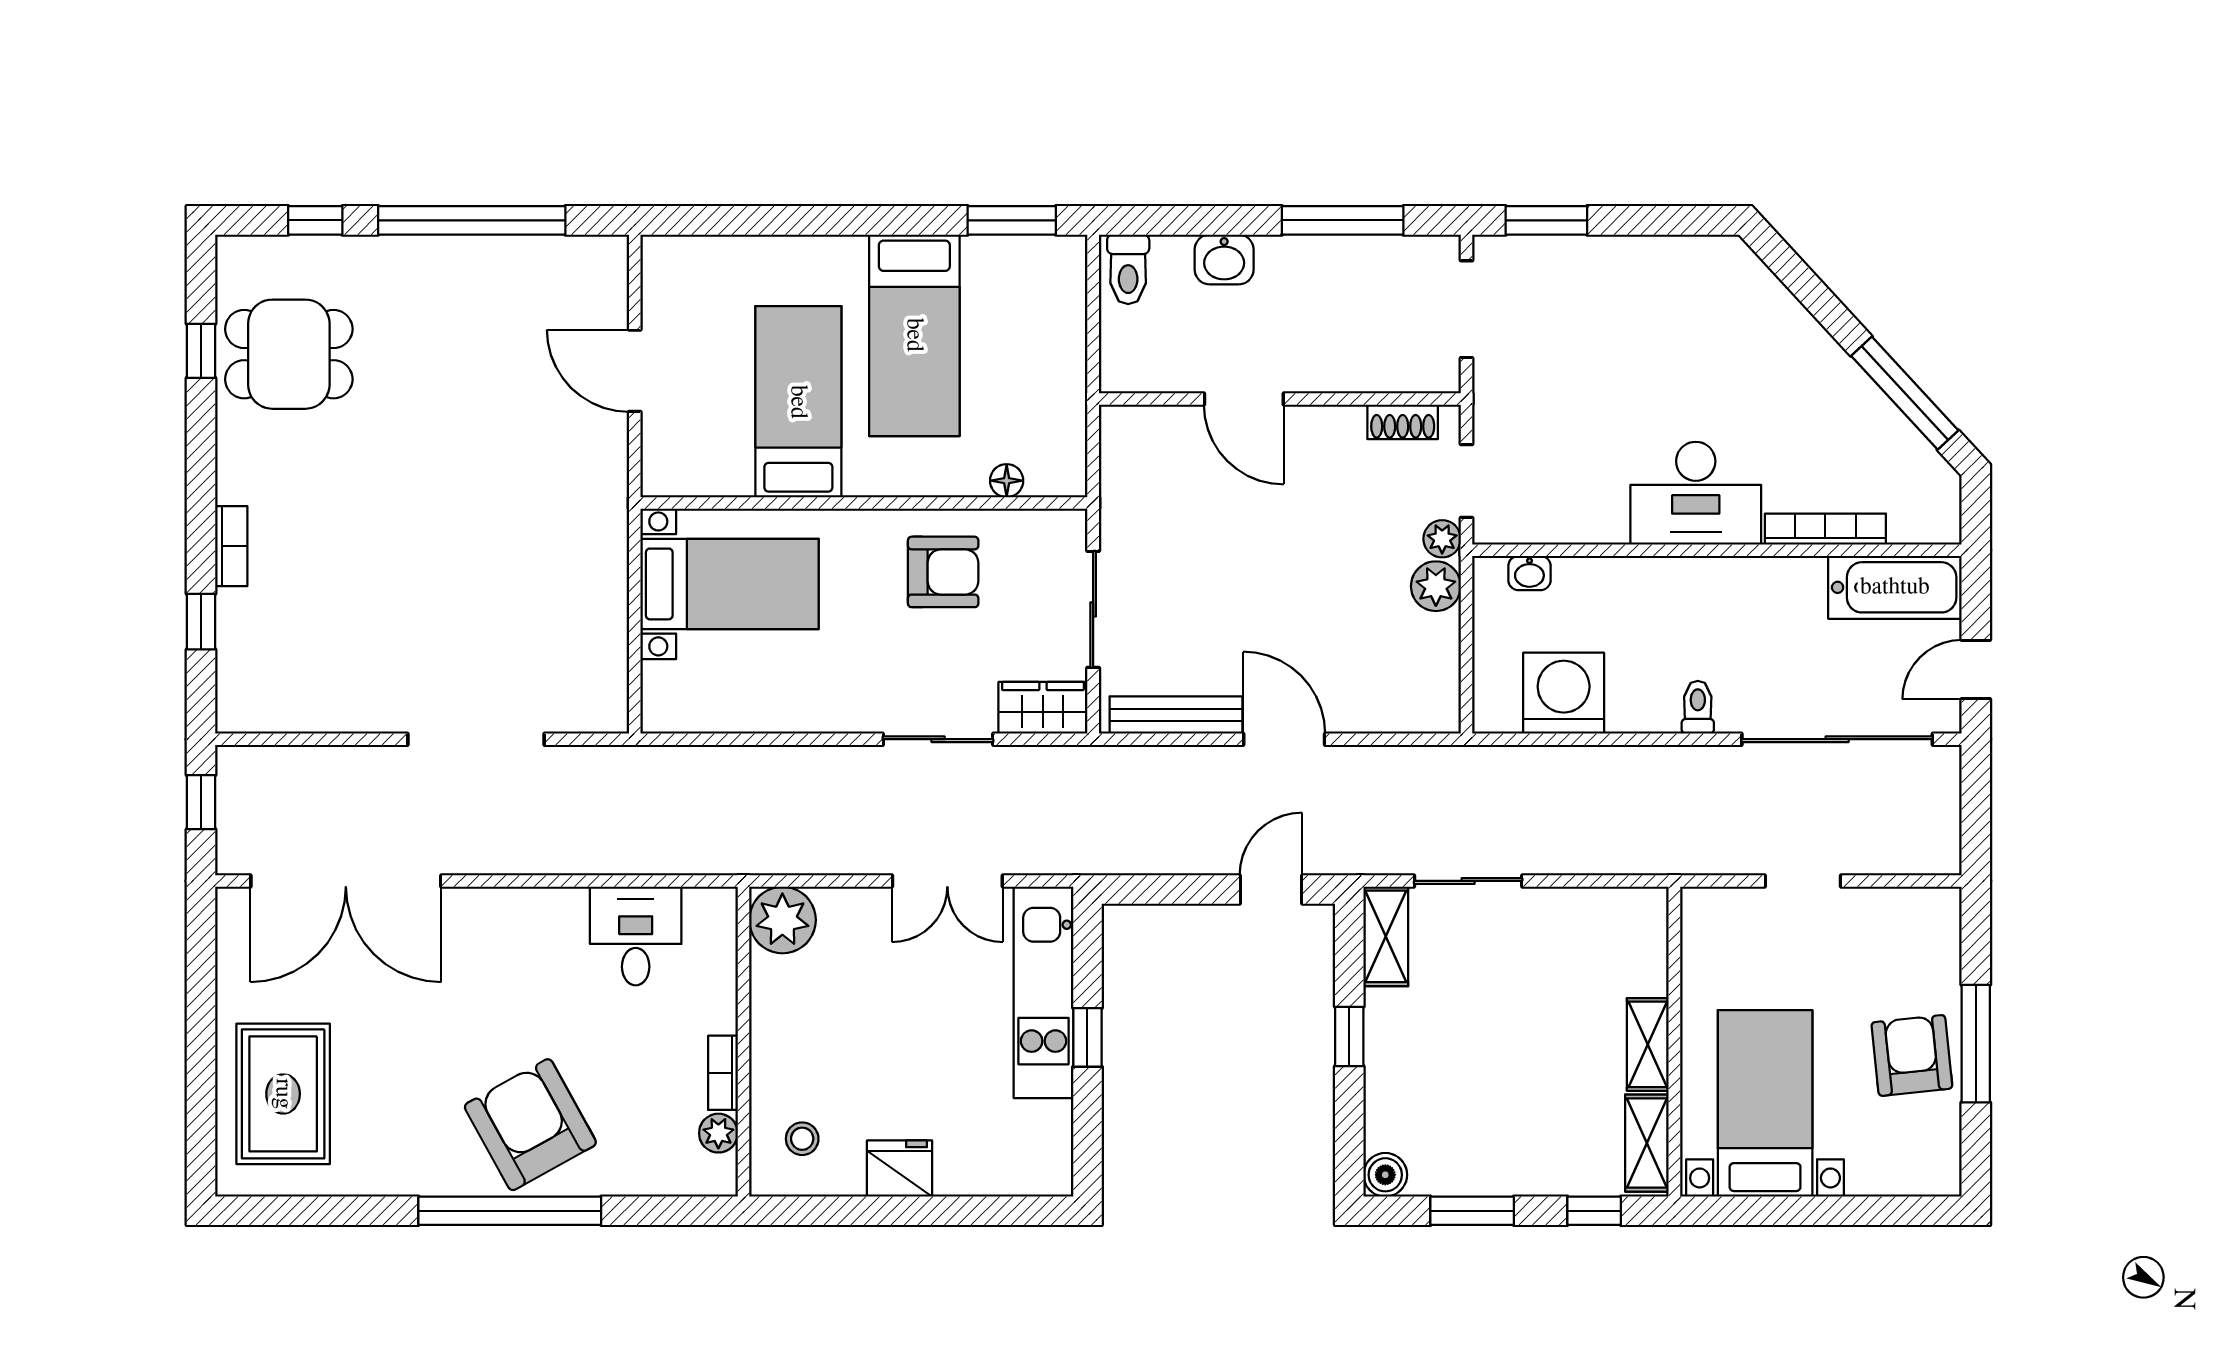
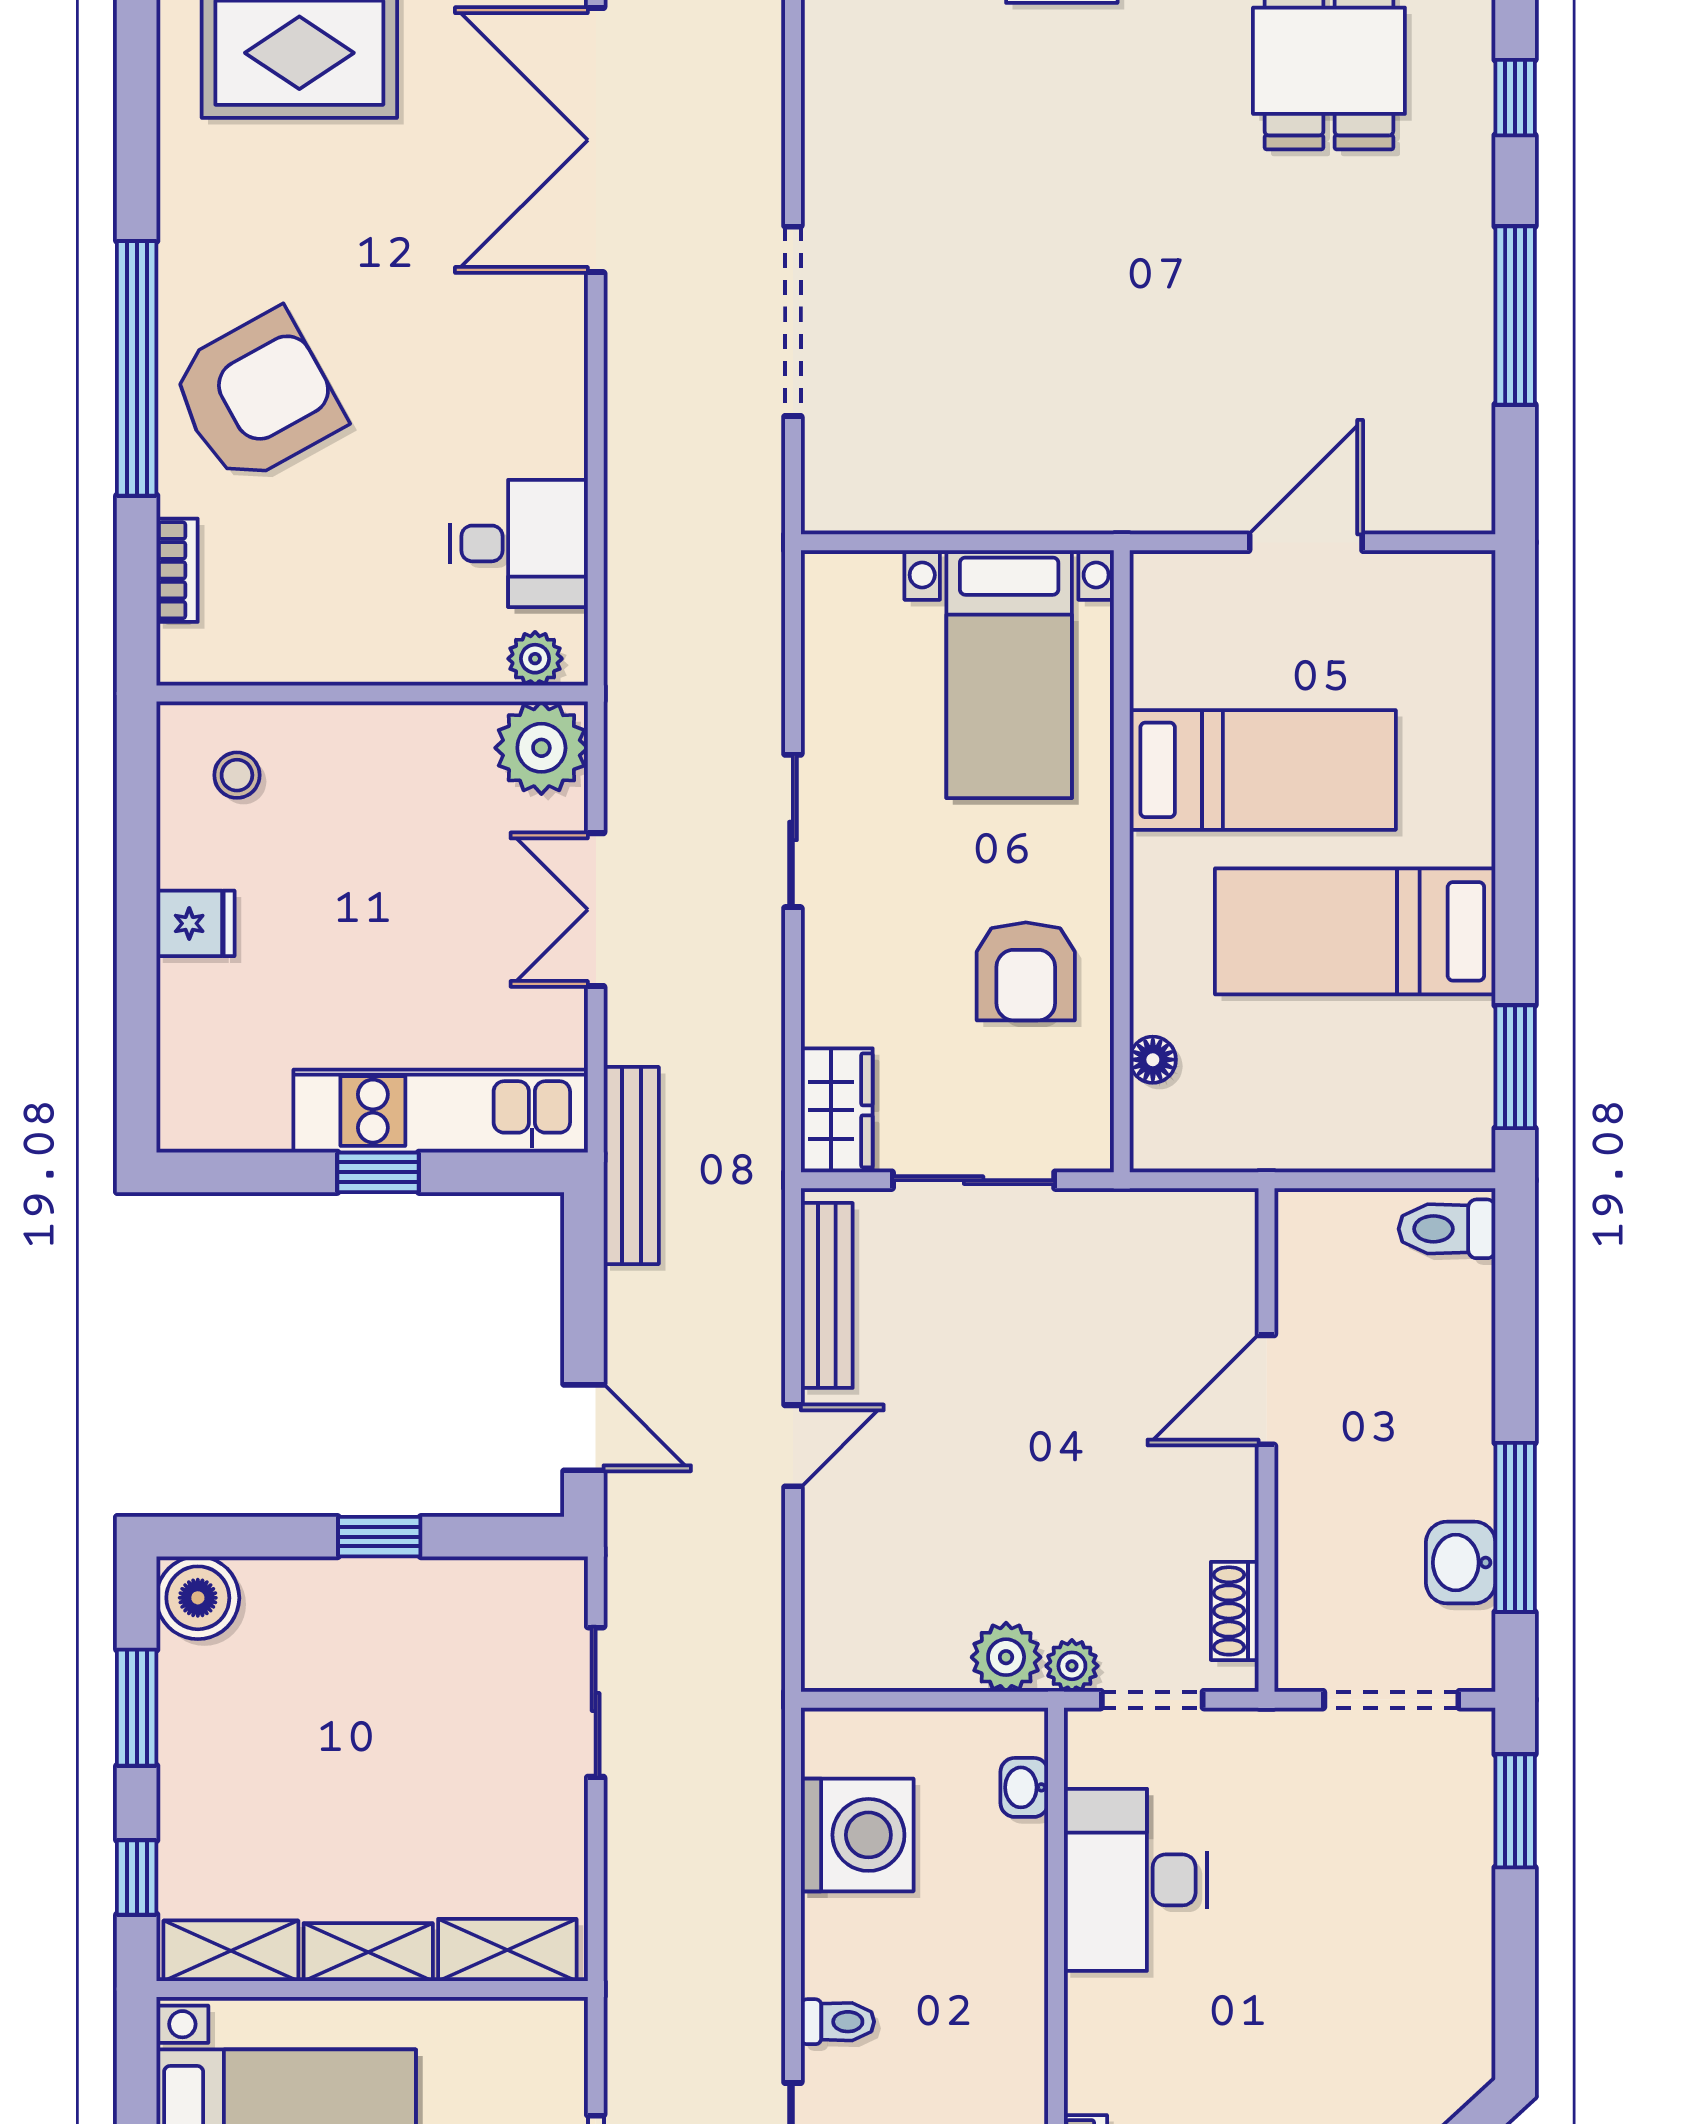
window: (472, 220) -> (1515, 315), width x0.68
washbasin: (1224, 259) -> (1461, 1563), moved
desk: (1696, 493) -> (1135, 1880), moved
sliding door: (938, 739) -> (793, 831), moved
door: (1284, 739) -> (793, 1446), width x0.73
bench: (1083, 855) -> (631, 1165), added
double door: (947, 881) -> (596, 910), moved
shelving: (1386, 936) -> (507, 1950), moved
bookcase: (723, 1073) -> (177, 570), moved, turned 90
plant: (718, 1133) -> (535, 659), moved
fridge: (900, 1169) -> (195, 923), width x0.72
boiler: (1385, 1175) -> (198, 1598), width x1.36, depth x1.36

